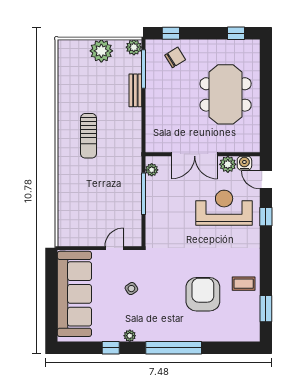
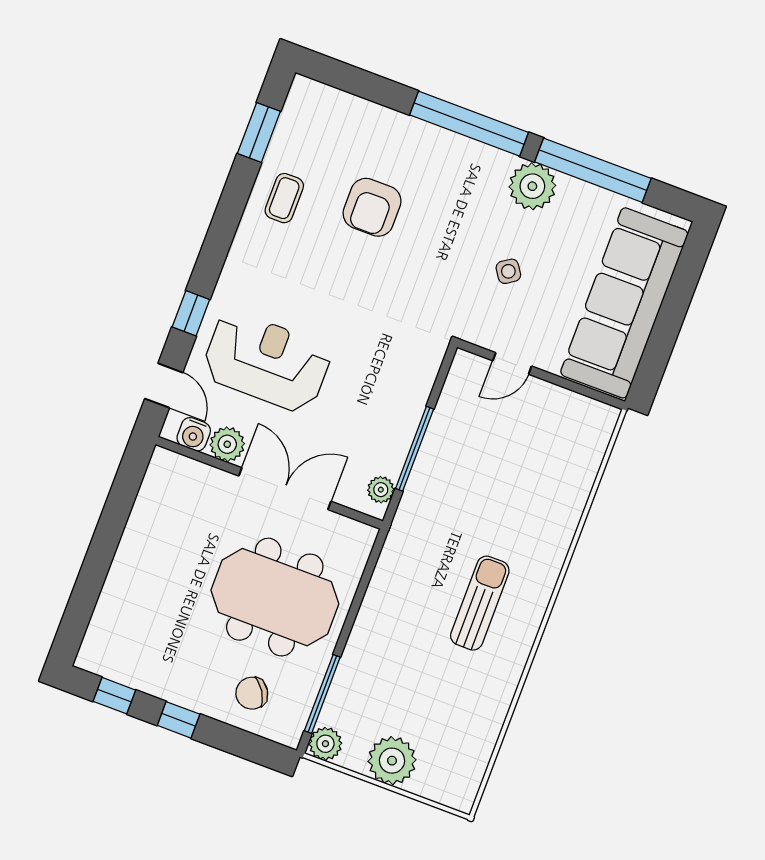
window: (171, 33) -> (179, 720), moved
bench: (135, 90) -> (354, 658), removed
meeting table: (226, 94) -> (275, 597), moved, turned 90
reception desk: (224, 208) -> (267, 362), turned 180
coffee table: (244, 284) -> (284, 198), turned 90
armchair: (203, 294) -> (372, 207), width x0.73, depth x0.73
plant: (130, 336) -> (532, 186), width x1.88, depth x1.88
window: (111, 348) -> (593, 170), width x3.17

